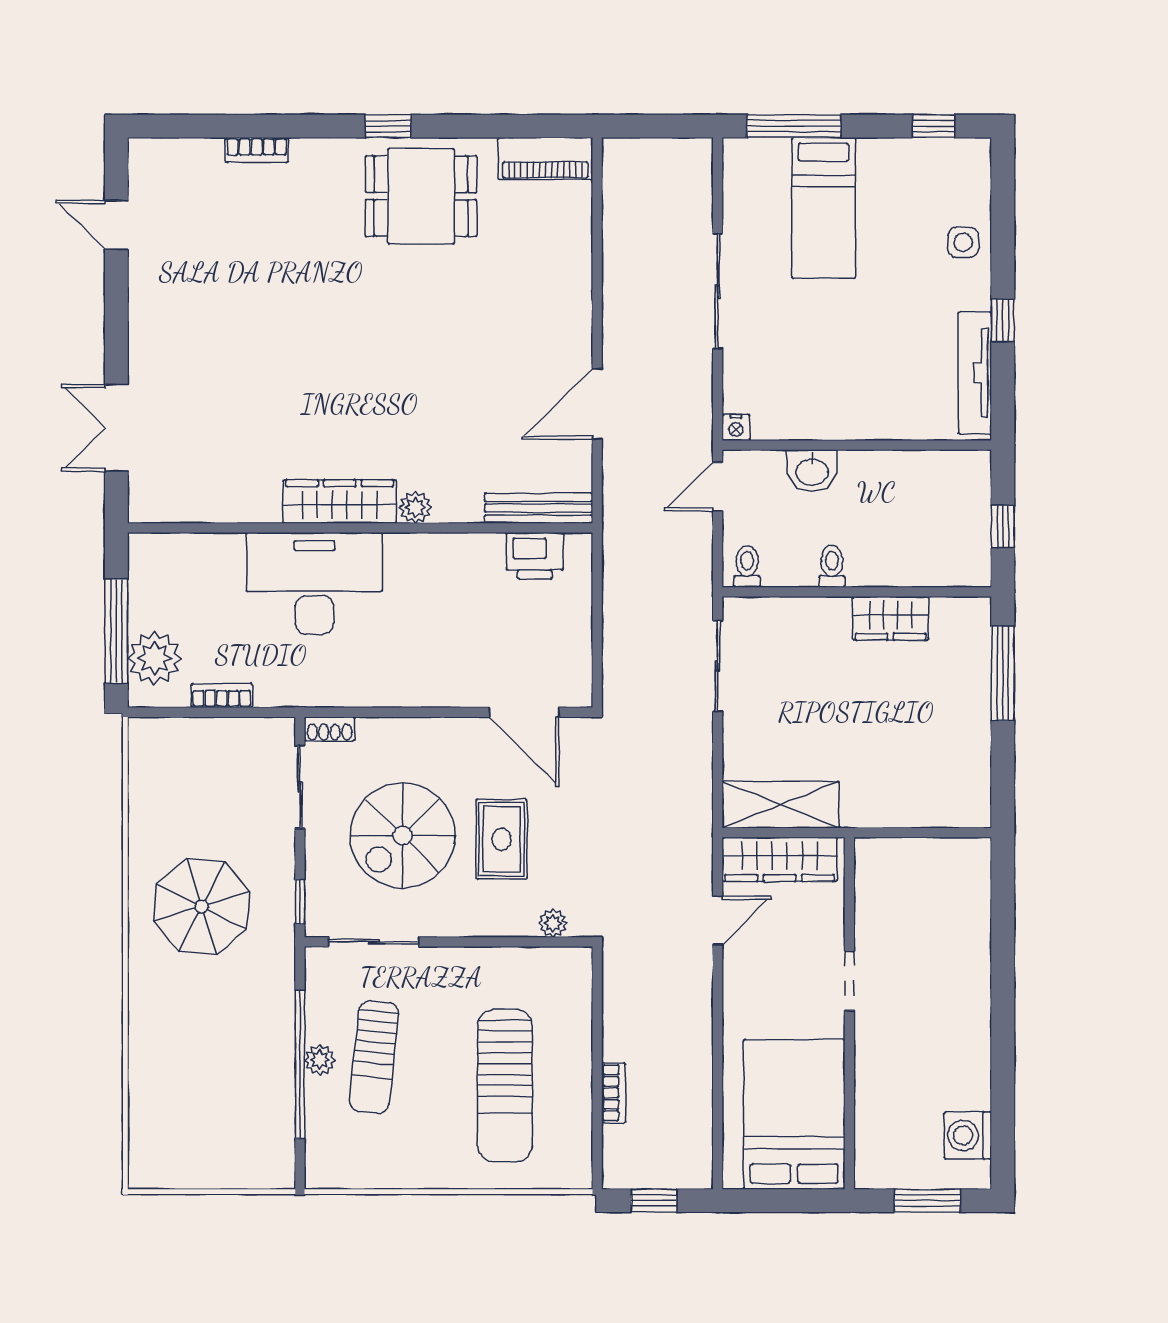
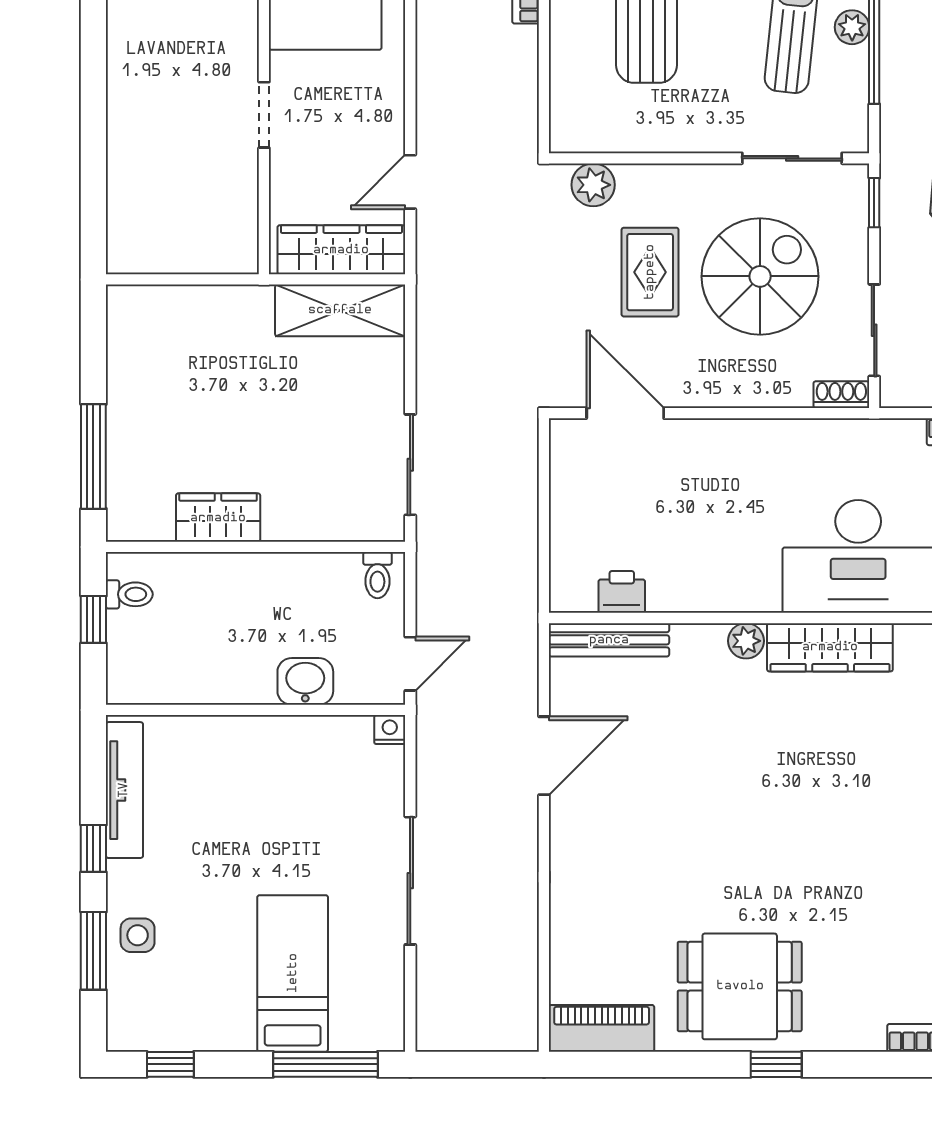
window: (1003, 228) -> (93, 951), added
printer: (535, 556) -> (622, 592), width x0.73, depth x0.81
toilet: (832, 566) -> (129, 594), moved, turned -90
plant: (553, 923) -> (593, 185), width x1.38, depth x1.38

